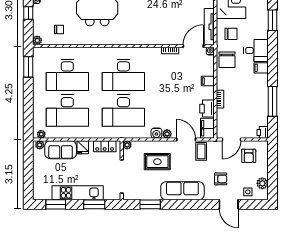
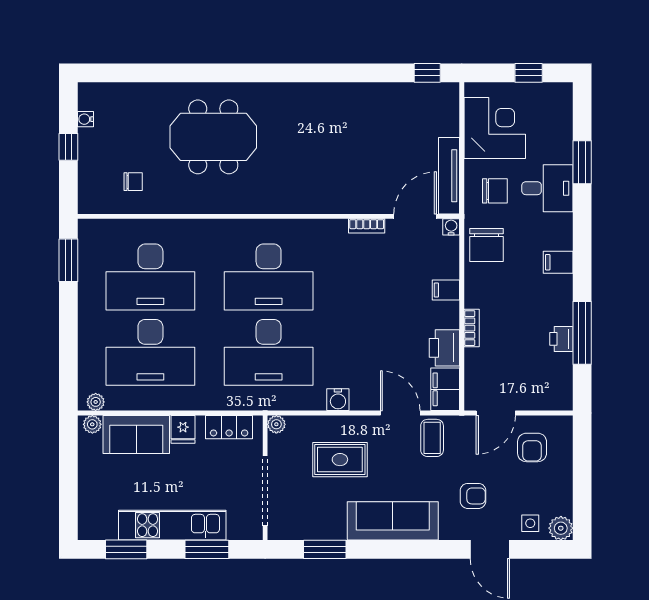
plant: (37, 40) -> (87, 205), removed
desk: (256, 50) -> (547, 188), moved
printer: (263, 132) -> (561, 339), moved
plant: (167, 134) -> (360, 401), removed
plant: (262, 183) -> (561, 528), moved

